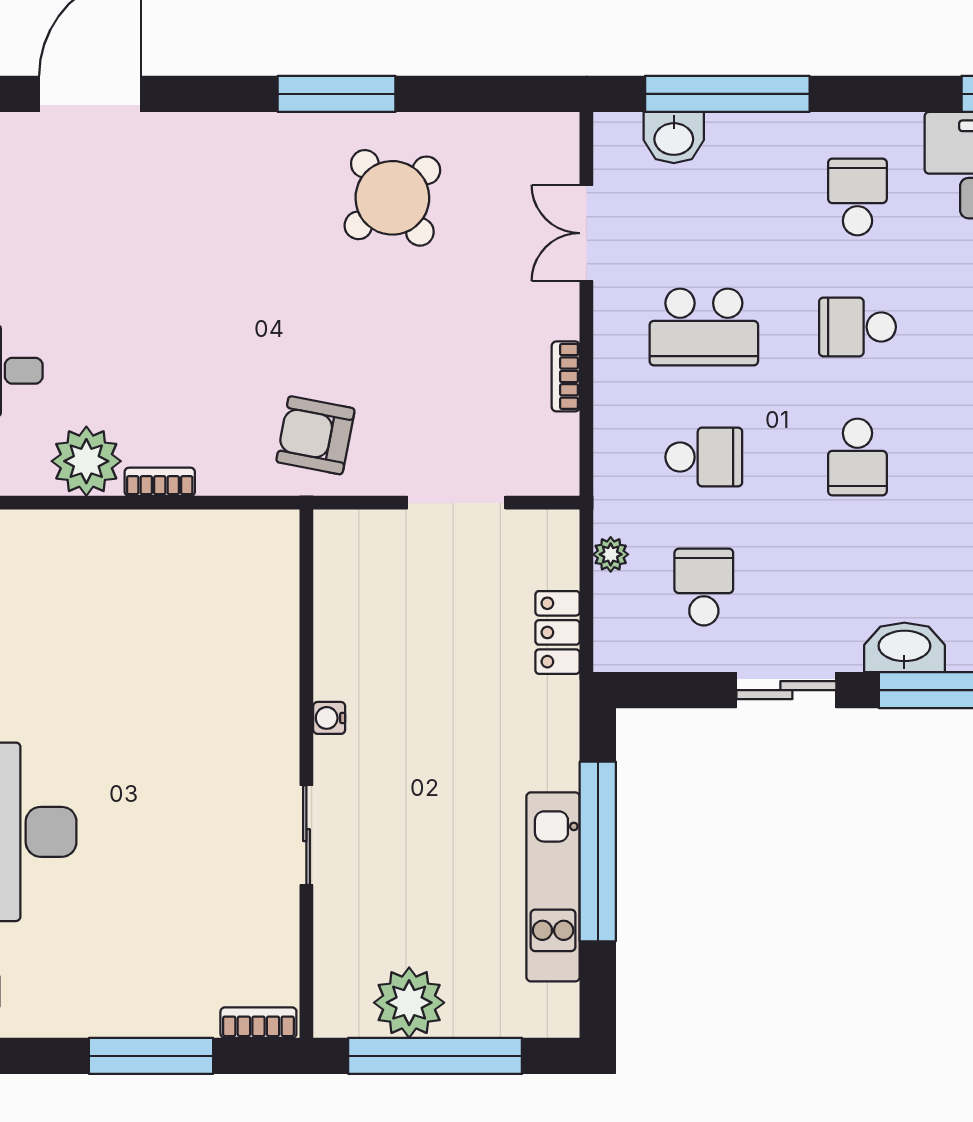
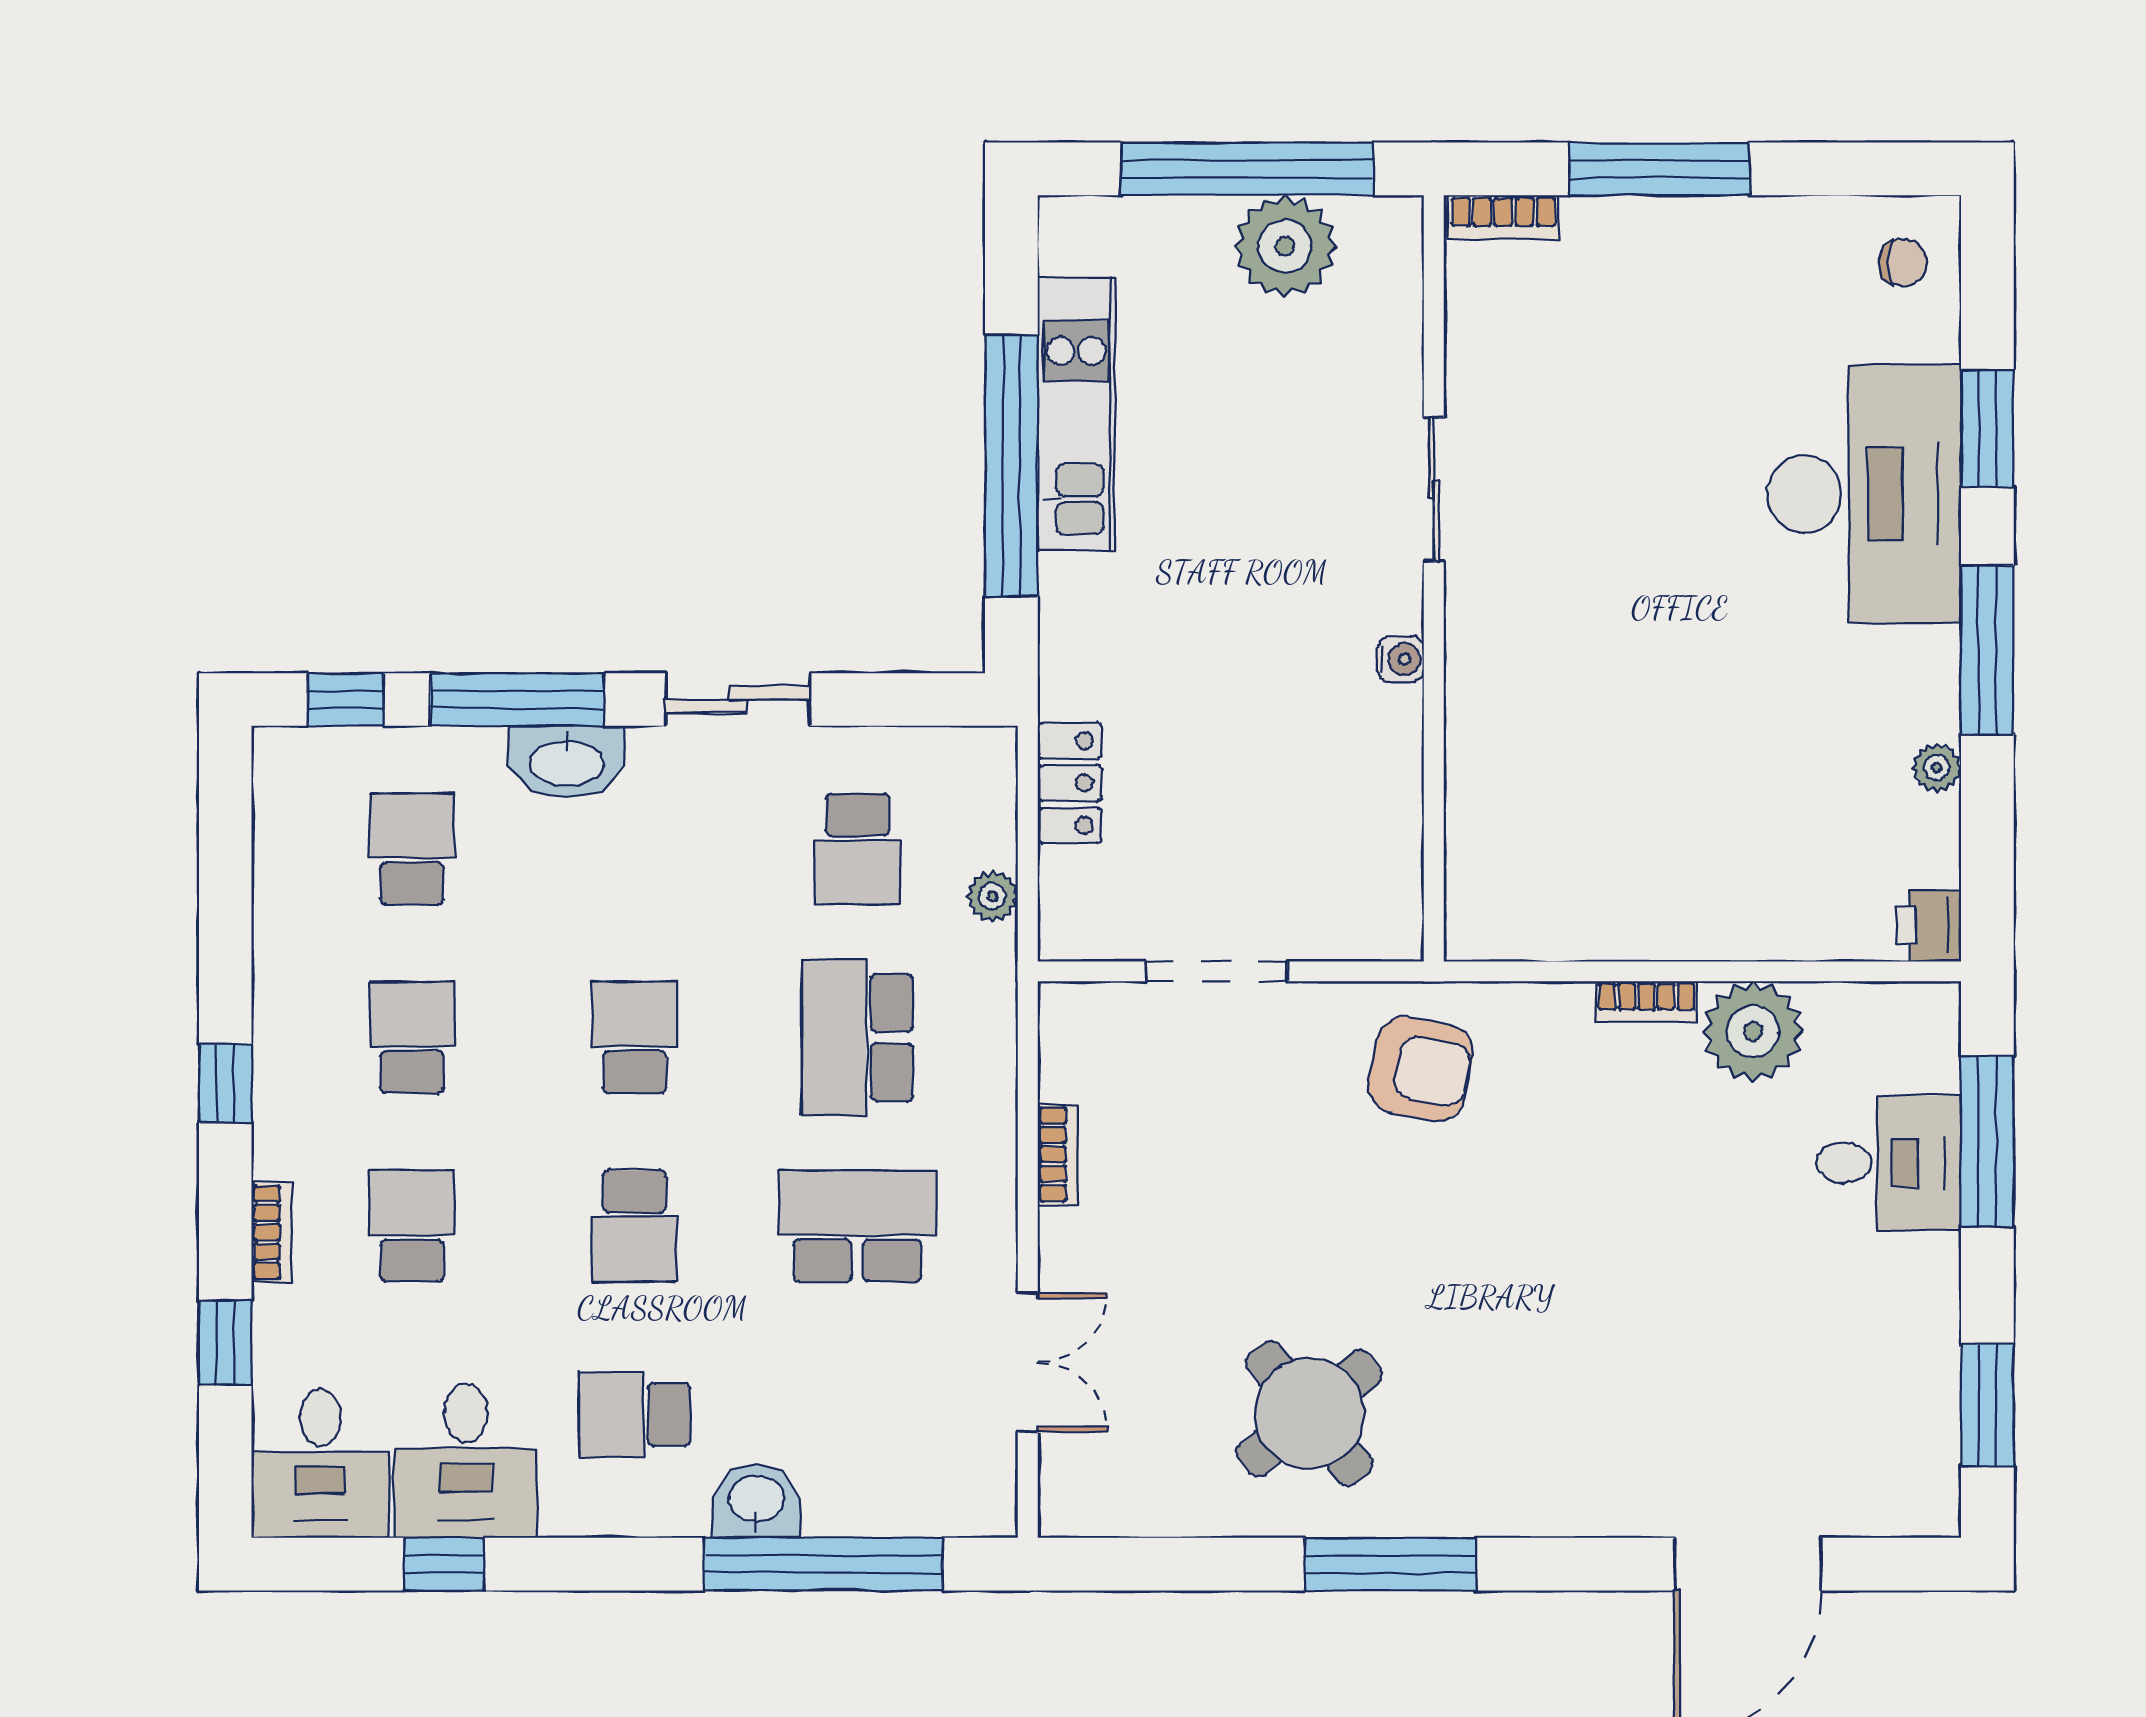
washbasin: (674, 138) -> (756, 1501), moved
school desk: (857, 197) -> (635, 1415), turned 90
school desk: (857, 327) -> (635, 1226), turned 90
school desk: (704, 457) -> (857, 1038), width x1.85

